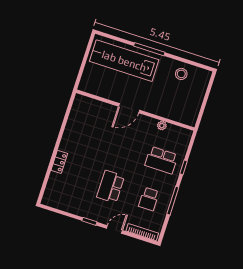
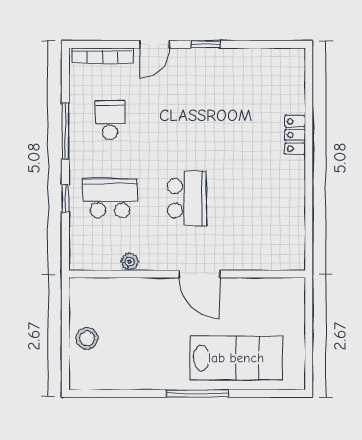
lab bench: (124, 61) -> (236, 358), width x0.73
stool: (181, 74) -> (87, 338), moved
door: (129, 108) -> (199, 274), swing flipped
school desk: (111, 187) -> (187, 198), moved

